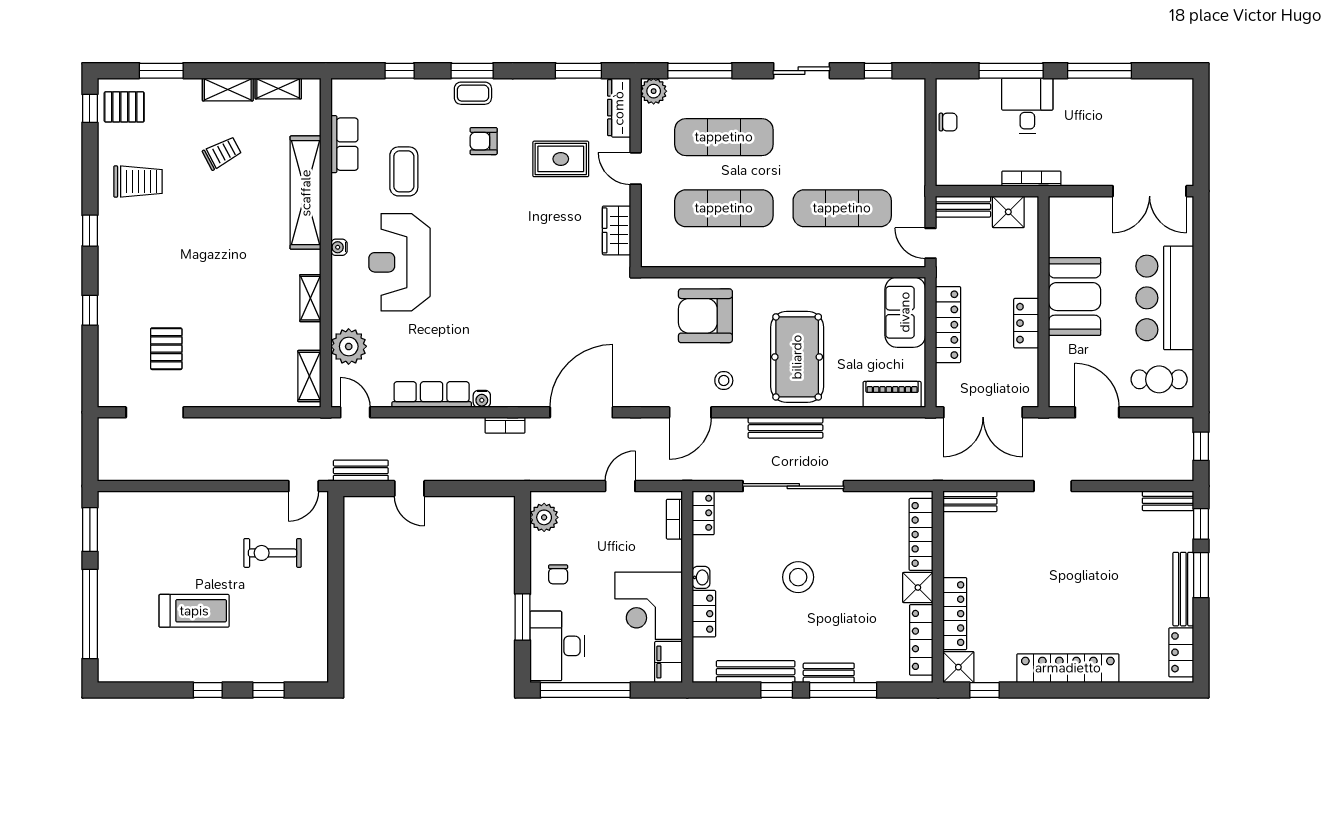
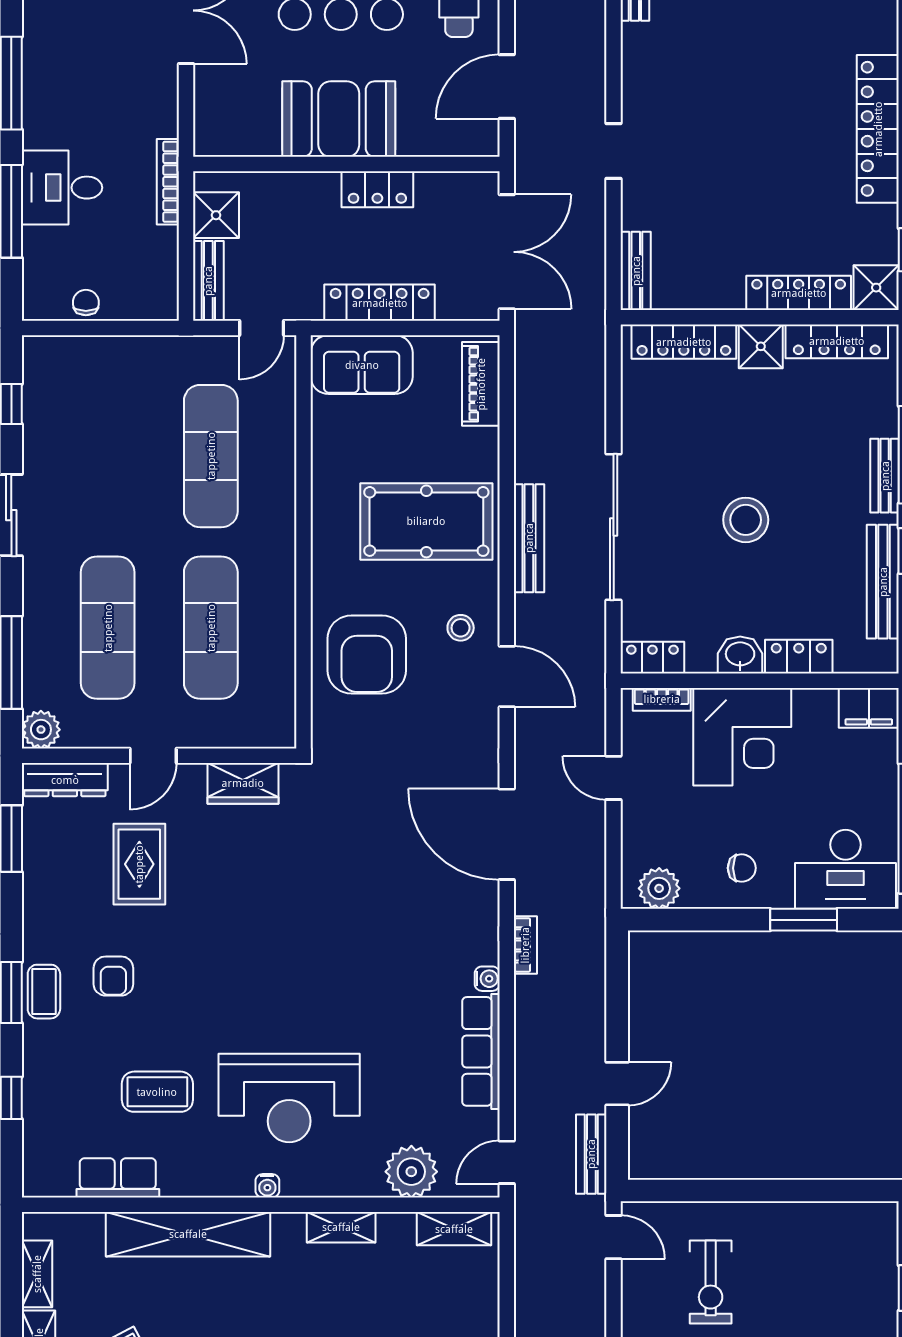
washbasin: (701, 577) -> (740, 655), width x1.38, depth x1.45
corner desk: (649, 606) -> (742, 737), moved

